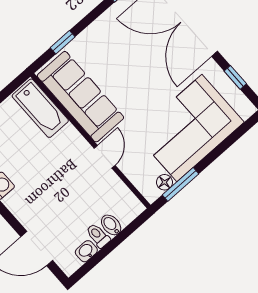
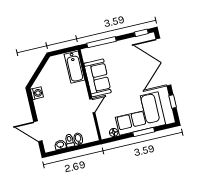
window: (63, 42) -> (101, 42), width x2.17
sofa: (80, 97) -> (98, 78), width x0.73
window: (181, 184) -> (144, 132), moved

